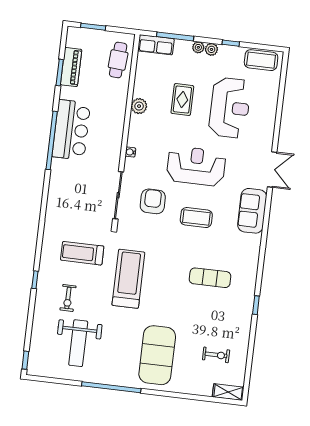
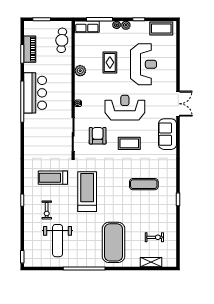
shelving: (228, 392) -> (151, 262), moved

